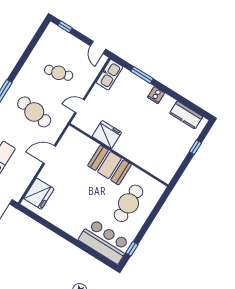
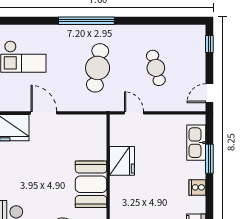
kitchen sink: (109, 75) -> (196, 143), moved, turned 90
door: (49, 155) -> (44, 113), moved

